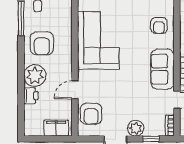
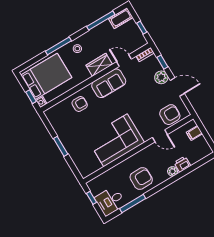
plant: (35, 76) -> (172, 171), width x0.53, depth x0.53
filing cabinet: (56, 128) -> (194, 133), width x0.50

